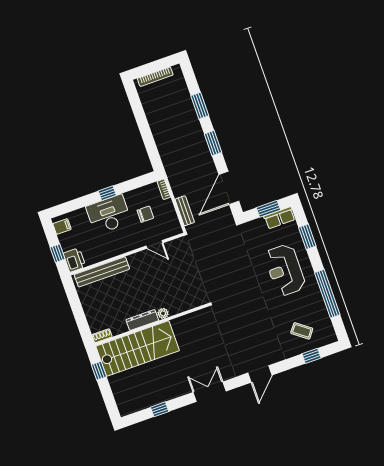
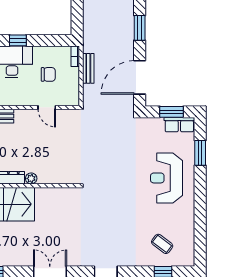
bench: (185, 211) -> (88, 68), moved
window: (327, 294) -> (200, 216), removed

